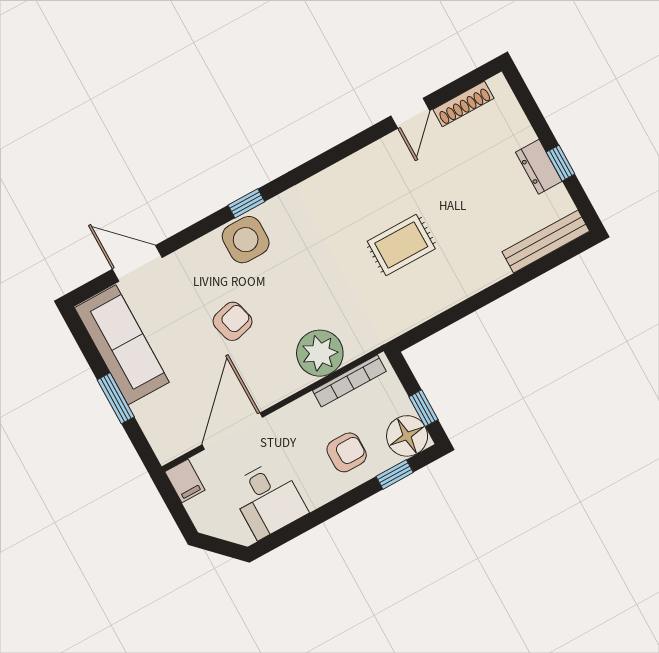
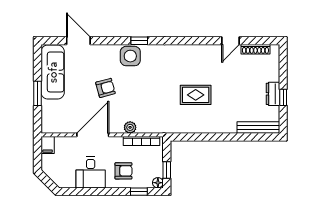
plant: (320, 353) -> (130, 127), width x0.53, depth x0.53
door: (232, 431) -> (93, 135), moved
floor lamp: (407, 436) -> (158, 183), width x0.53, depth x0.53
desk: (268, 499) -> (91, 172), moved

